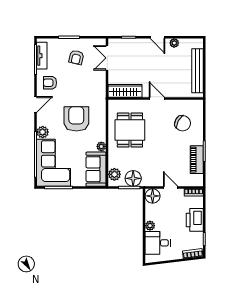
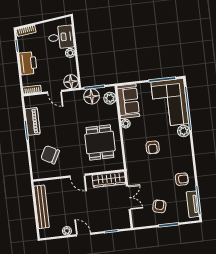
double door: (107, 58) -> (128, 198), moved
door: (35, 105) -> (193, 157), removed
armchair: (76, 119) -> (153, 147), width x0.53, depth x0.53

